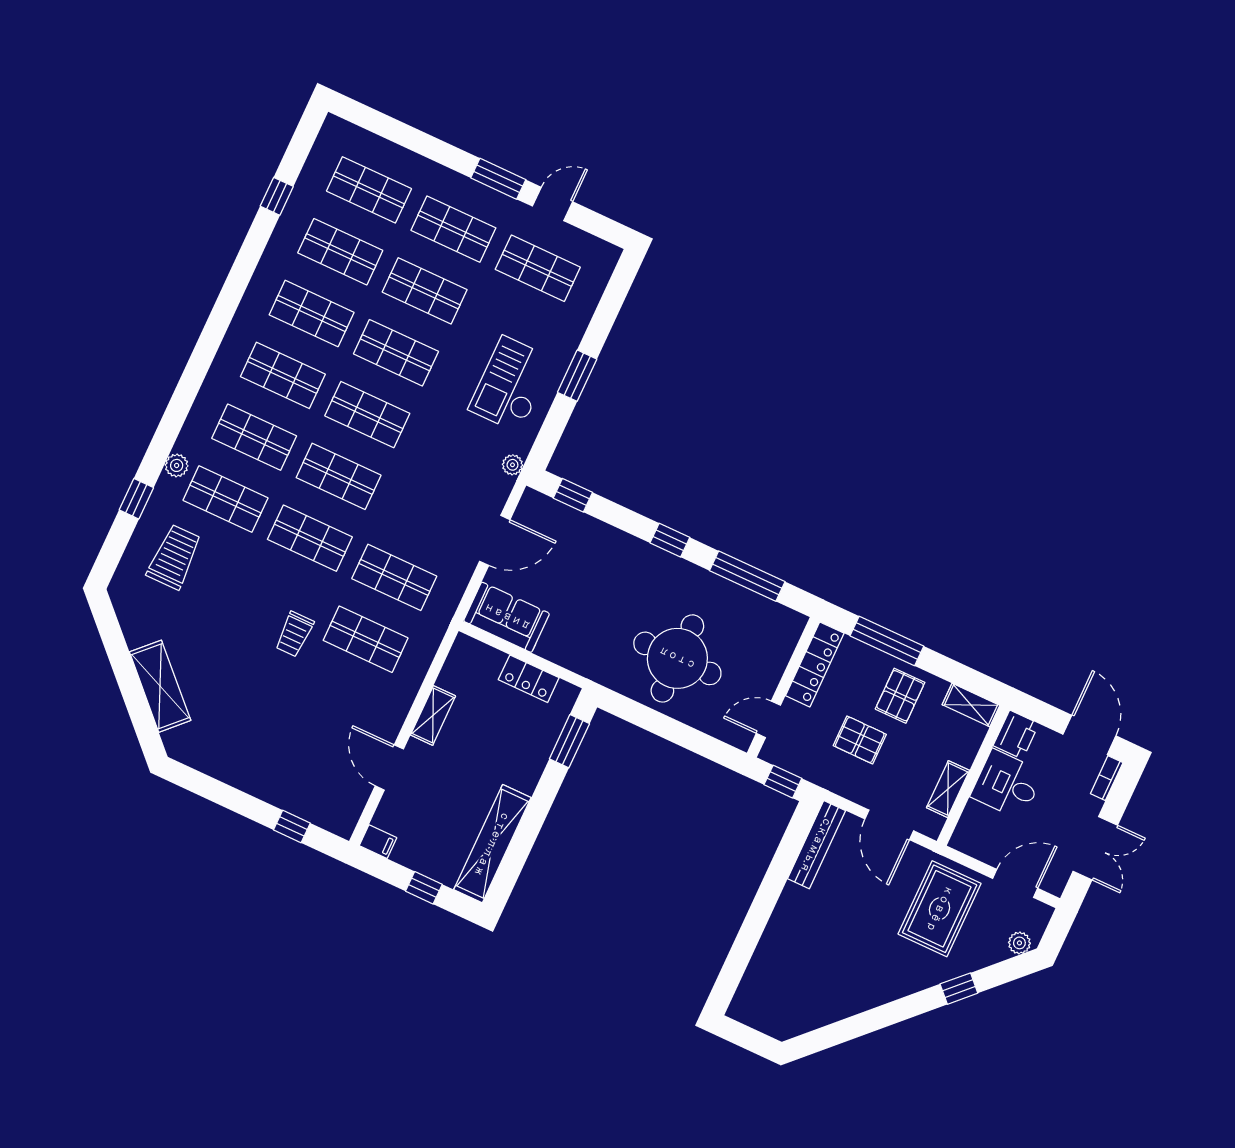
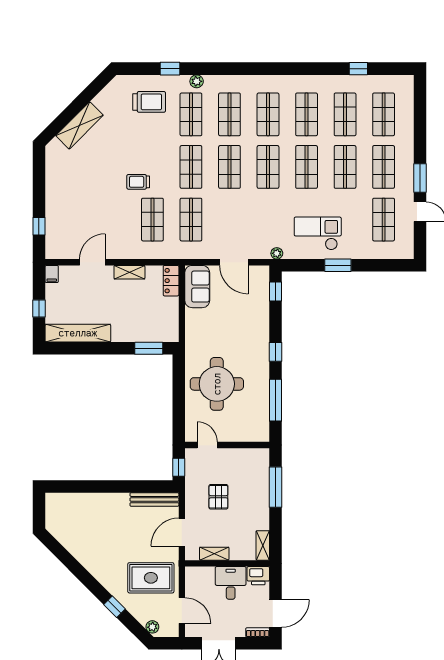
locker: (815, 664) -> (246, 456), removed
locker: (529, 679) -> (171, 281), moved
pallet: (900, 696) -> (251, 507), removed

